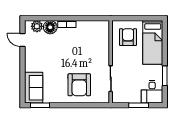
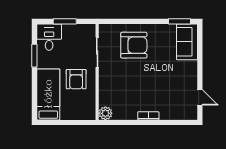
plant: (37, 26) -> (105, 113), moved
floor lamp: (50, 27) -> (168, 112), removed
armchair: (128, 37) -> (76, 79), moved
armchair: (79, 85) -> (134, 45), turned 90

